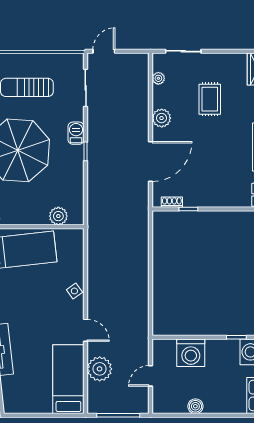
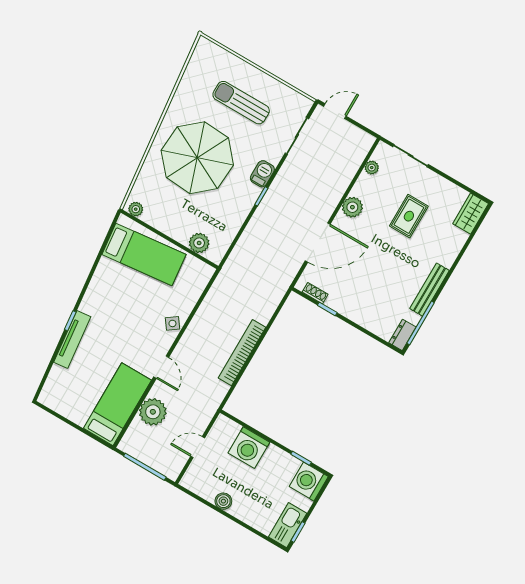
bookcase: (142, 282) -> (242, 353), added

